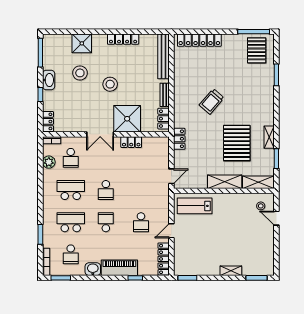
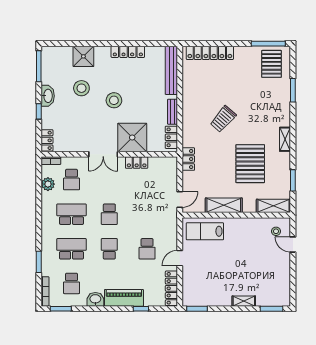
shelving: (269, 137) -> (285, 139), moved
shelving: (225, 182) -> (224, 205), moved

